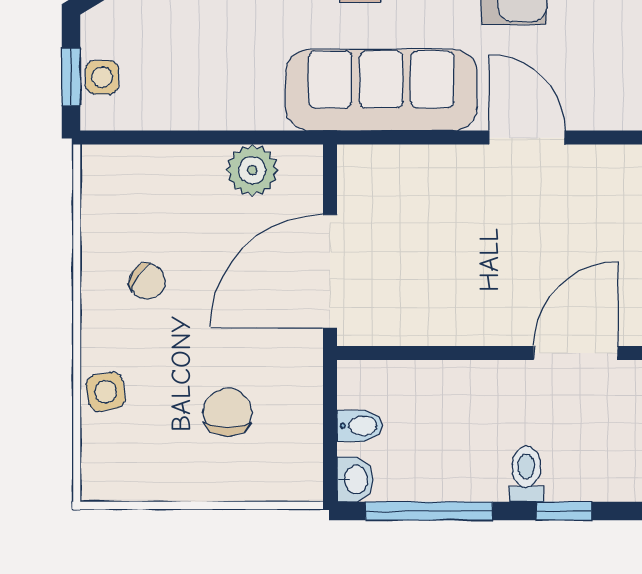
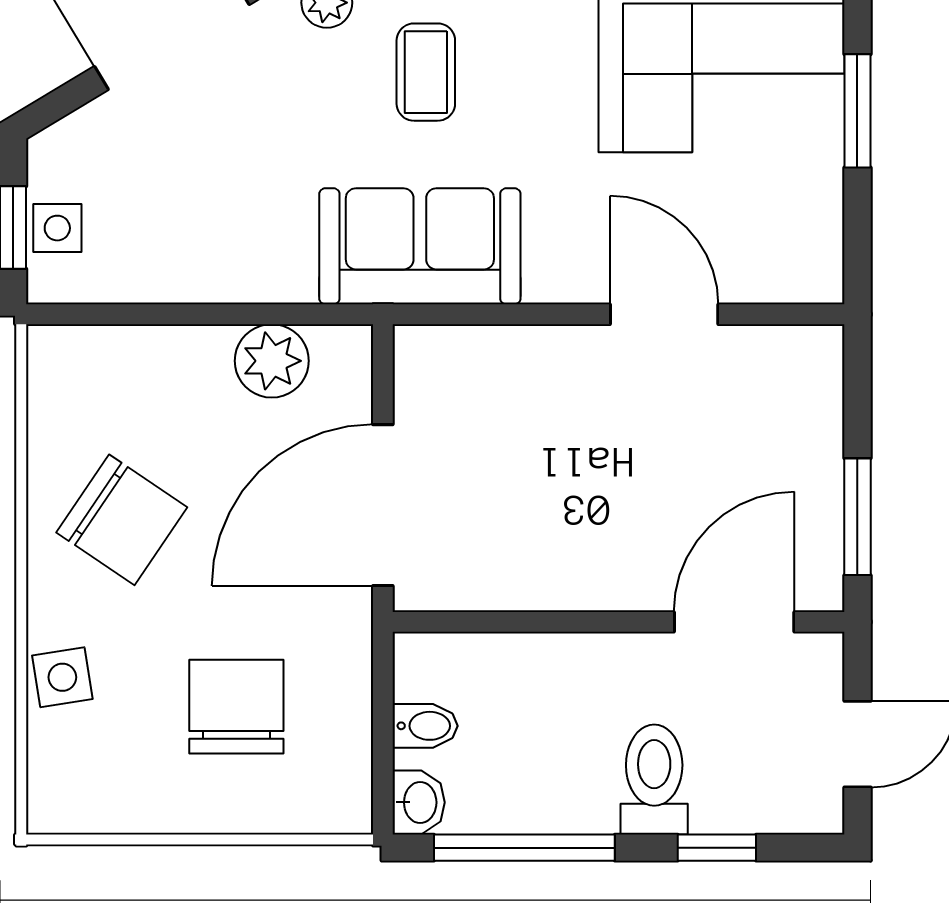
sofa: (381, 90) -> (420, 246), width x0.73
chair: (147, 282) -> (122, 520), width x1.87, depth x1.87
chair: (227, 412) -> (236, 707), width x1.37, depth x1.37
toilet: (526, 474) -> (654, 780), width x1.37, depth x1.39

